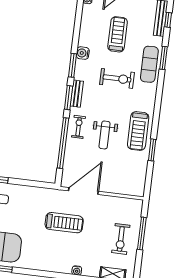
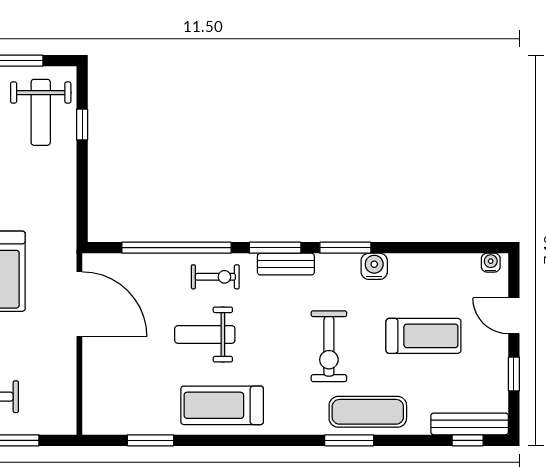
window: (163, 58) -> (349, 440), moved
window: (152, 150) -> (150, 440), moved

